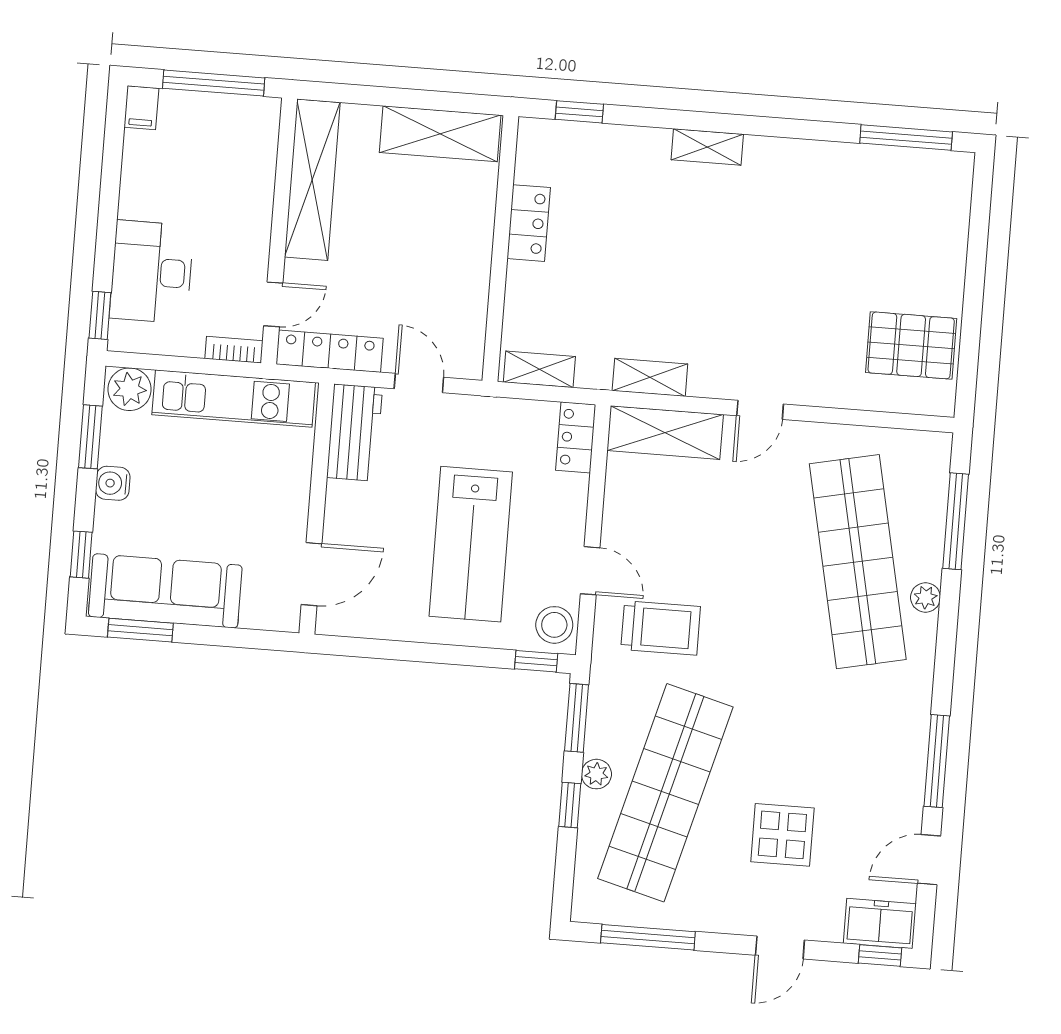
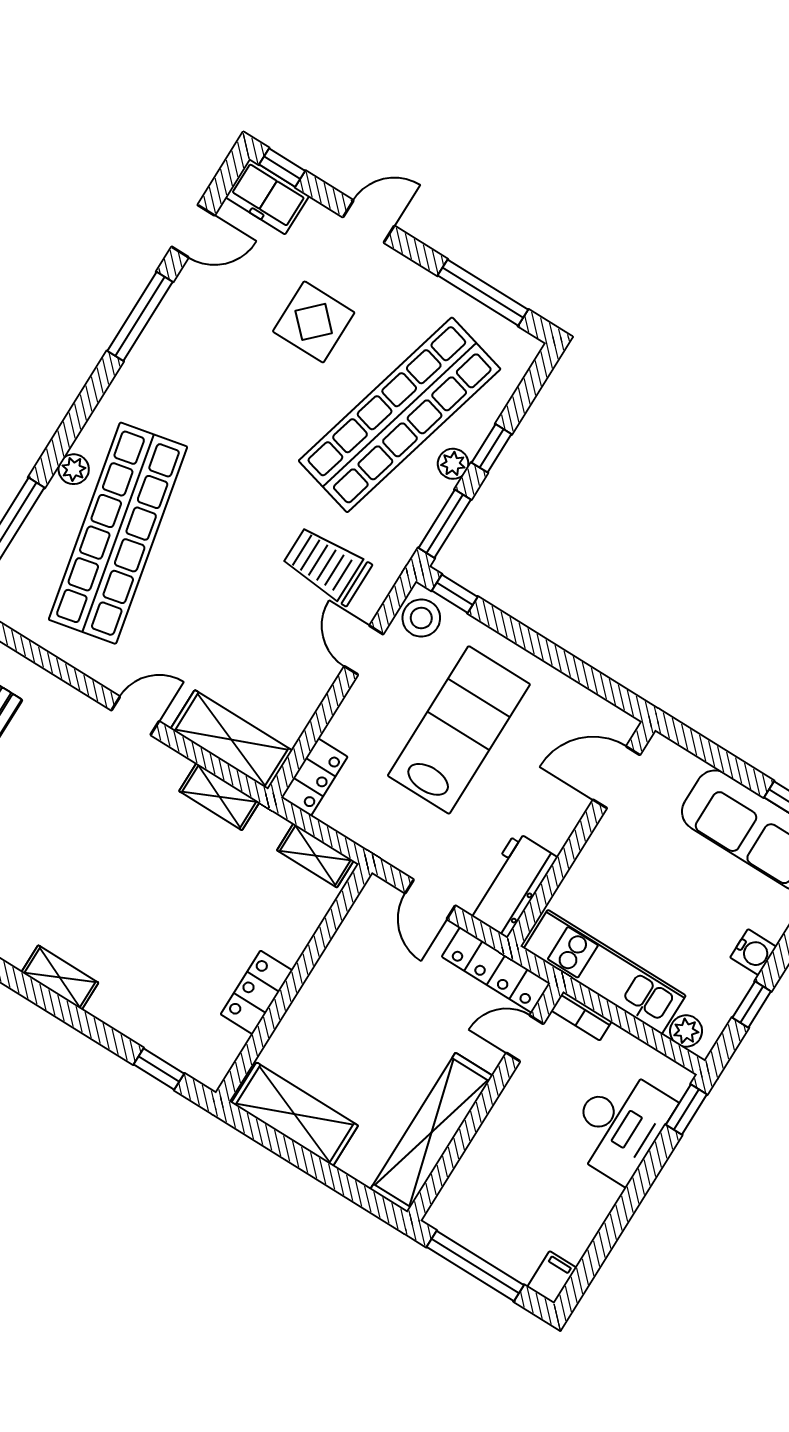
plant: (129, 389) -> (686, 1031), width x0.73, depth x0.73
window: (90, 437) -> (752, 1004), width x0.67

